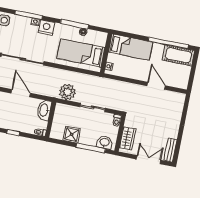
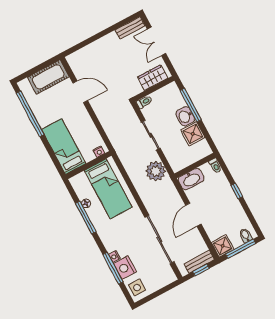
nightstand: (46, 28) -> (125, 268), moved
cot: (178, 55) -> (48, 77), moved, turned 90
door: (156, 86) -> (80, 92), swing flipped
washbasin: (104, 142) -> (185, 116), moved

